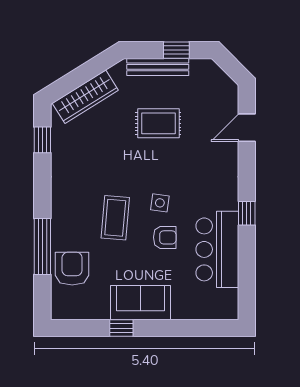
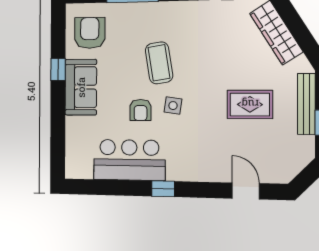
rug: (158, 123) -> (250, 104), turned 90
coffee table: (115, 218) -> (159, 63), turned 76
armchair: (72, 269) -> (90, 33), moved, turned -90

